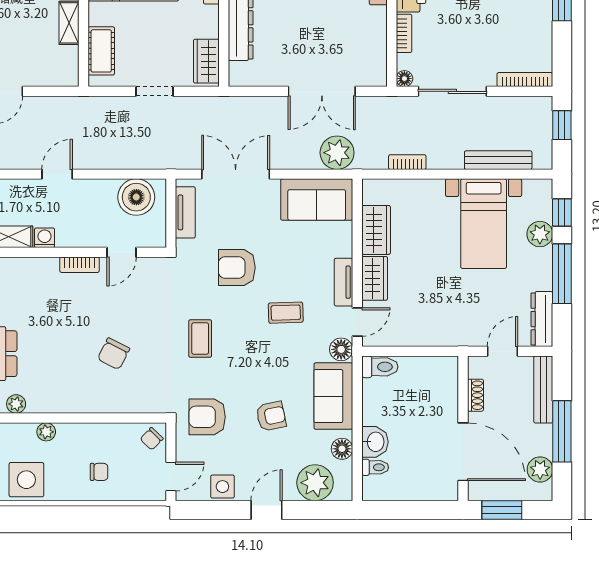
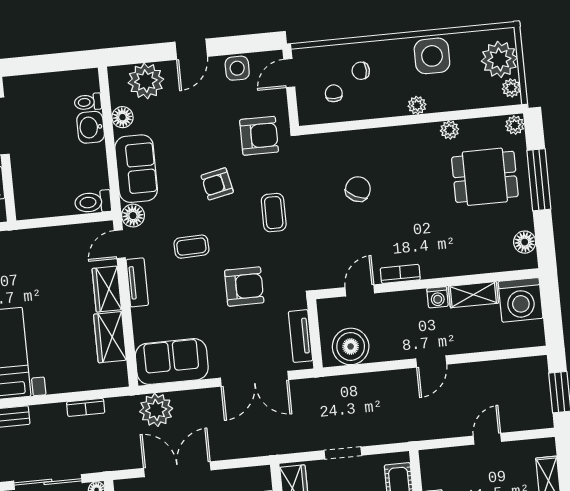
armchair: (271, 416) -> (217, 184), moved
chair: (152, 439) -> (334, 93), moved, turned -44

